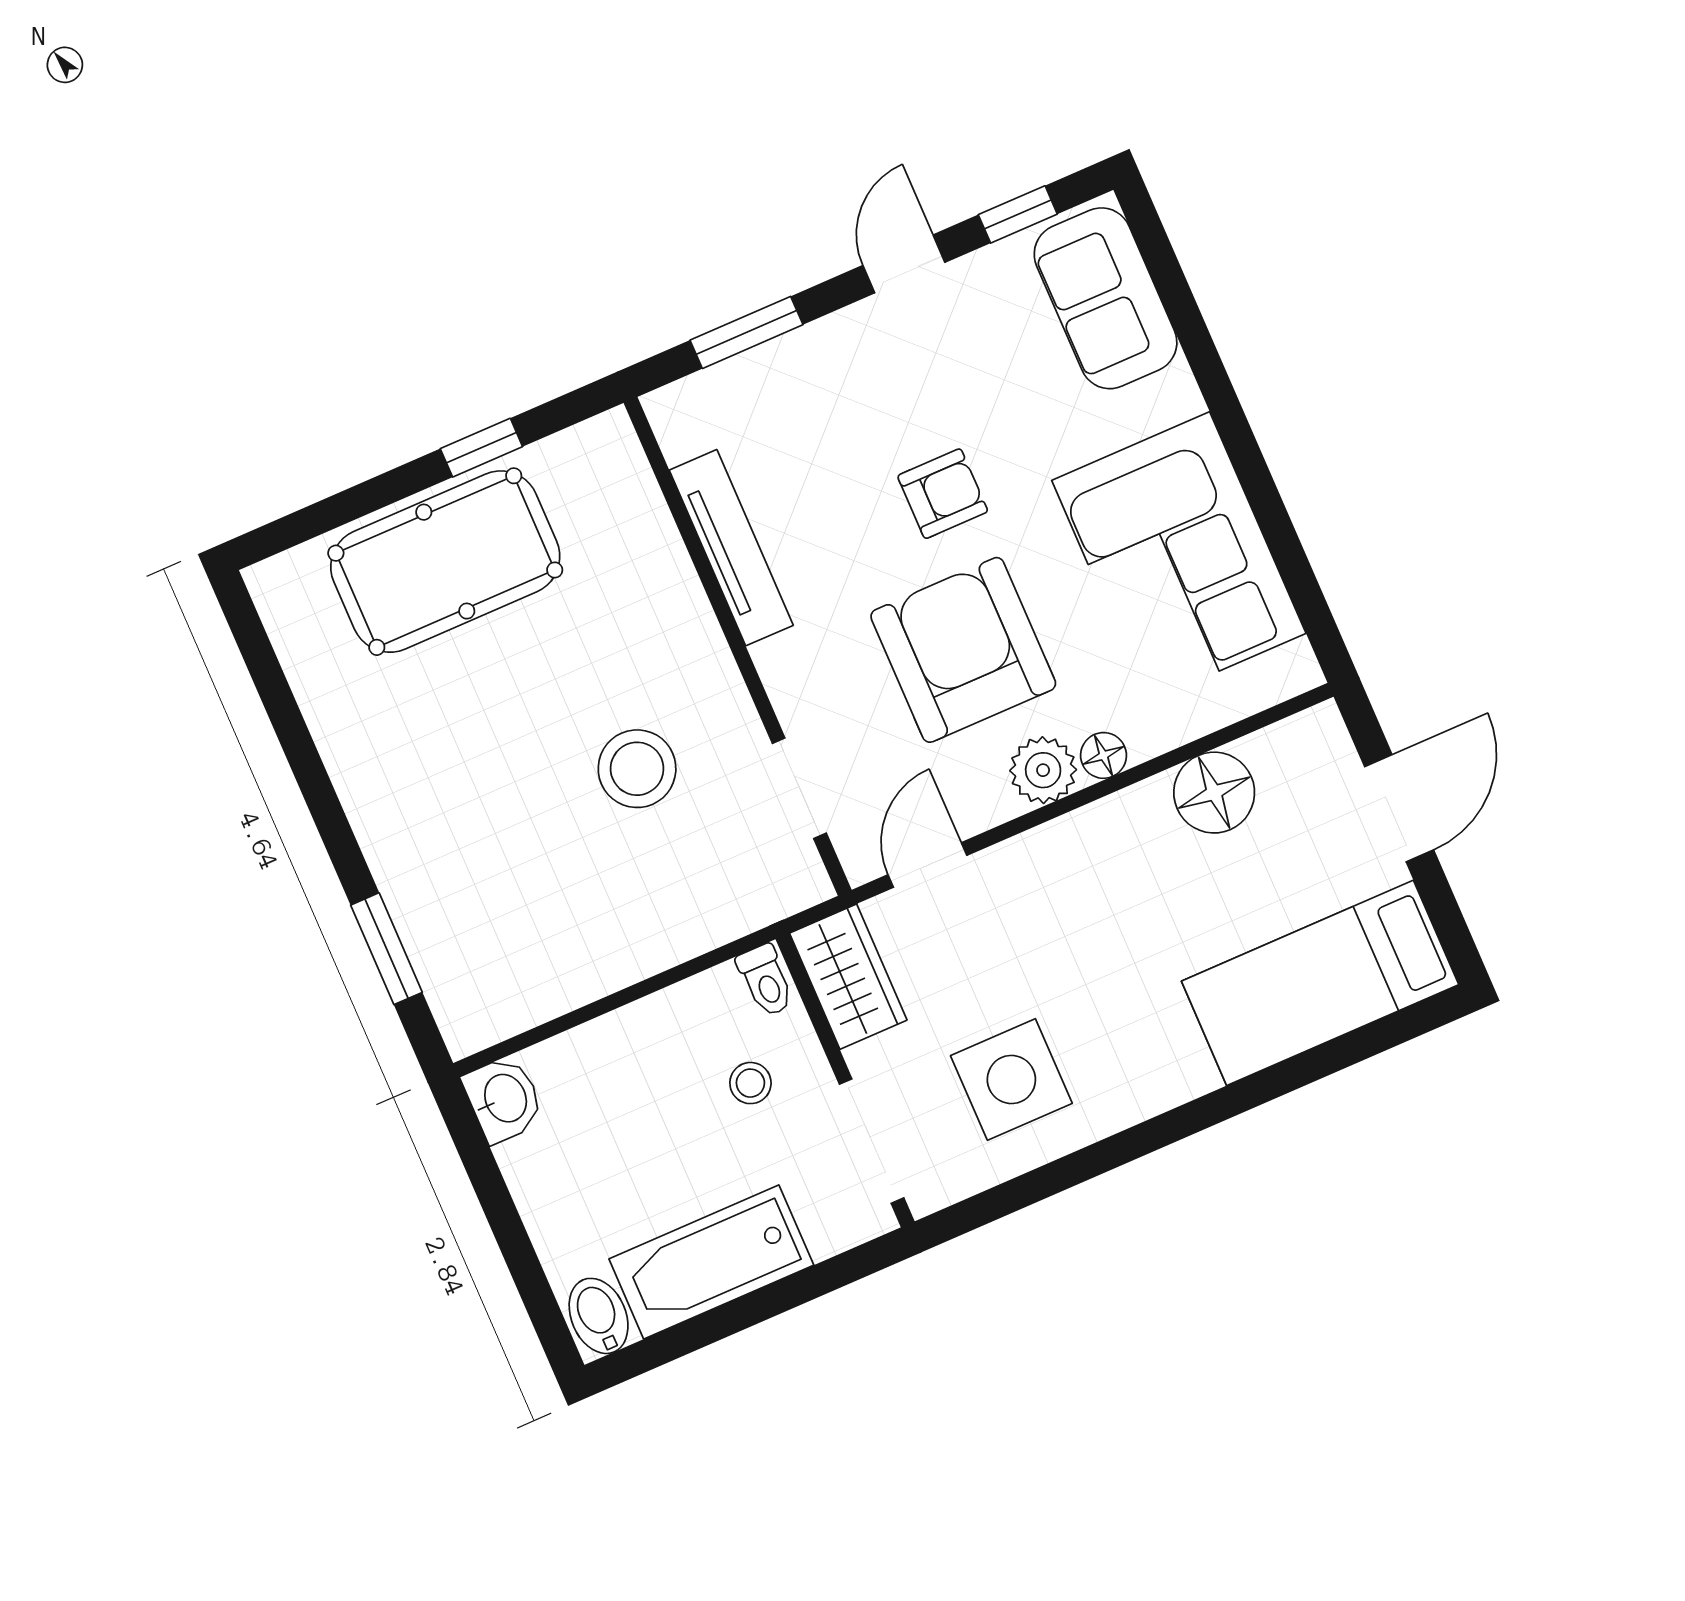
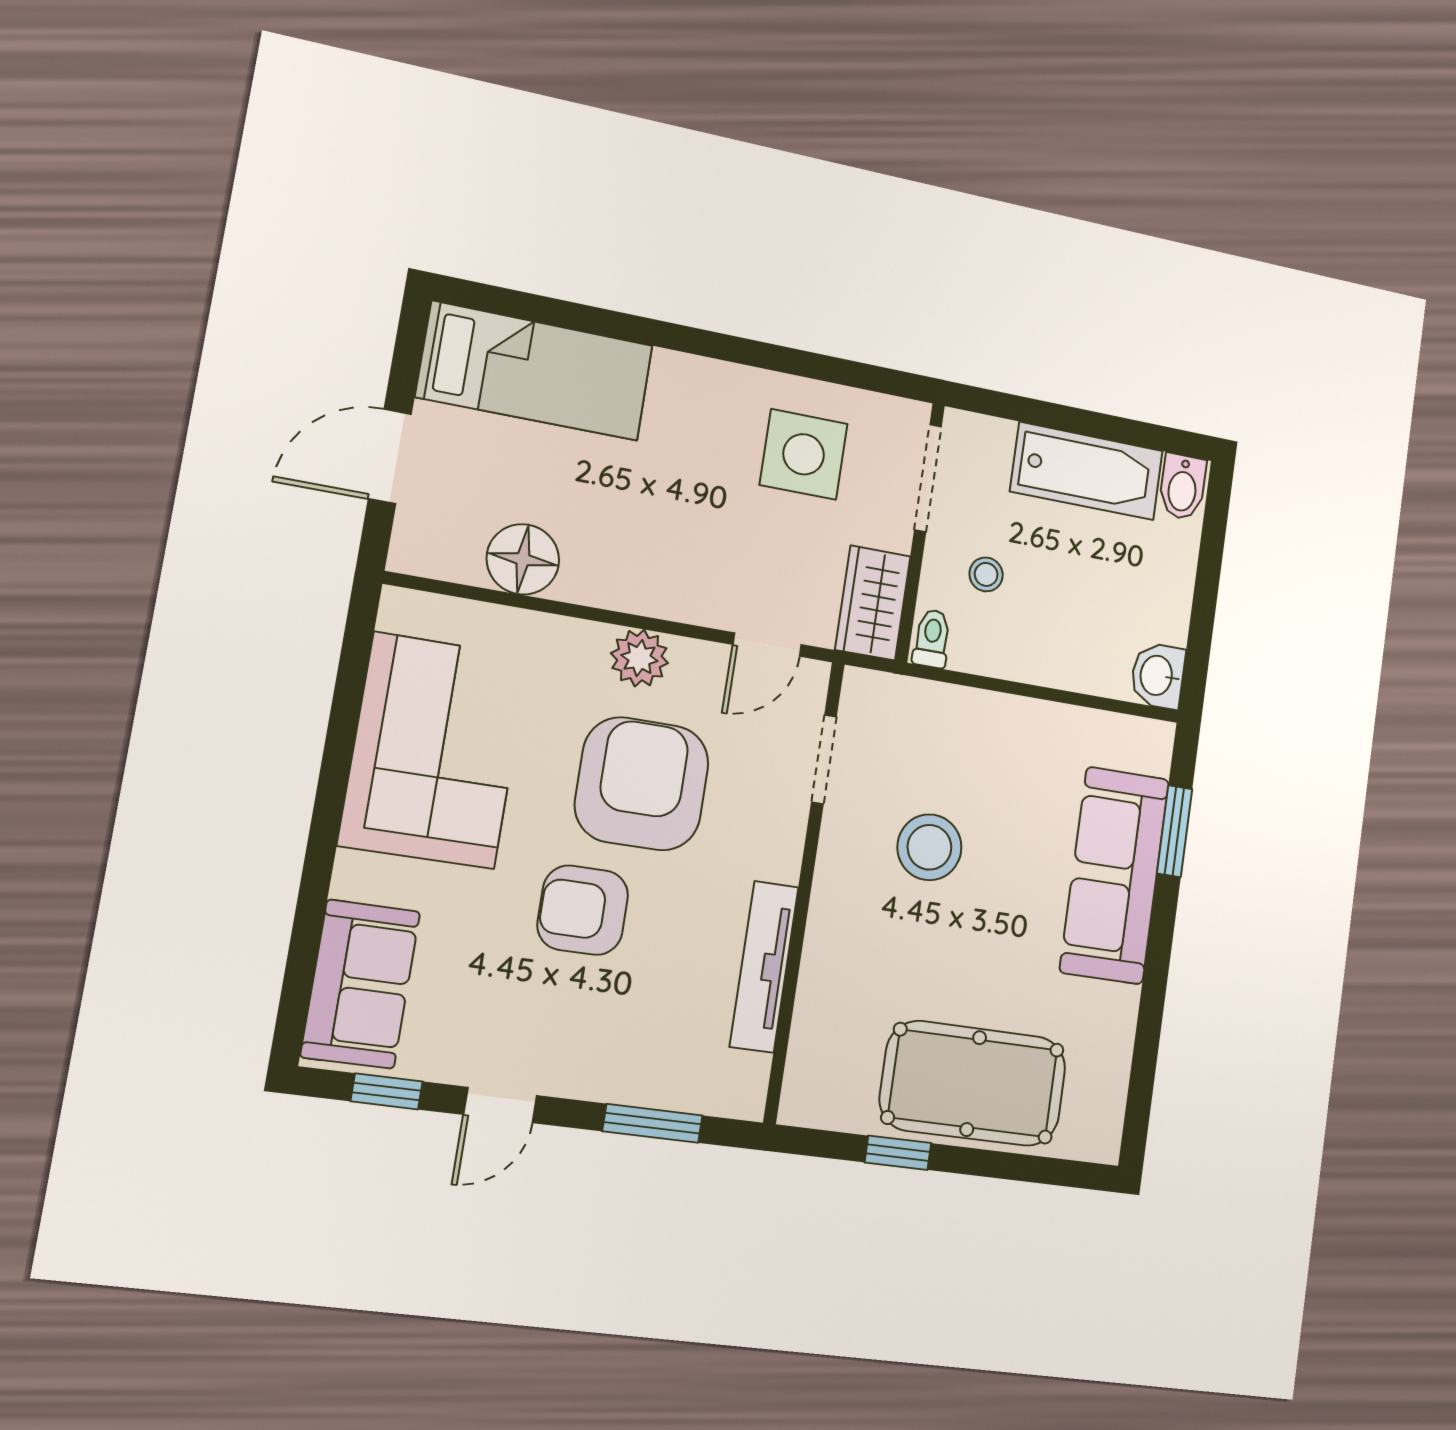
armchair: (943, 494) -> (583, 910), width x1.38, depth x1.38
armchair: (963, 650) -> (642, 784), turned 180
floor lamp: (1104, 755) -> (588, 640), removed
sofa: (424, 862) -> (1115, 875), added

